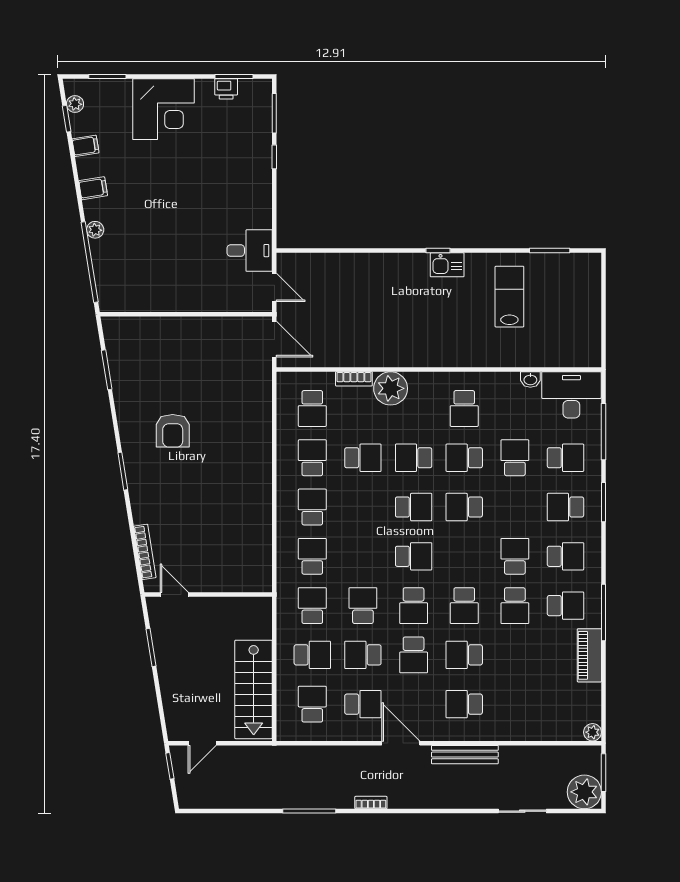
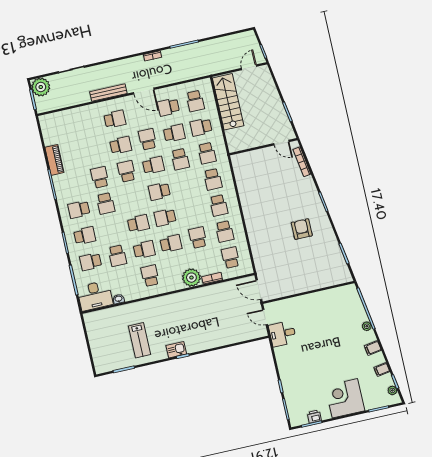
school desk: (363, 458) -> (198, 238), turned 90
school desk: (414, 606) -> (153, 165), turned 90
school desk: (565, 606) -> (73, 183), removed
plant: (593, 732) -> (44, 120), removed

